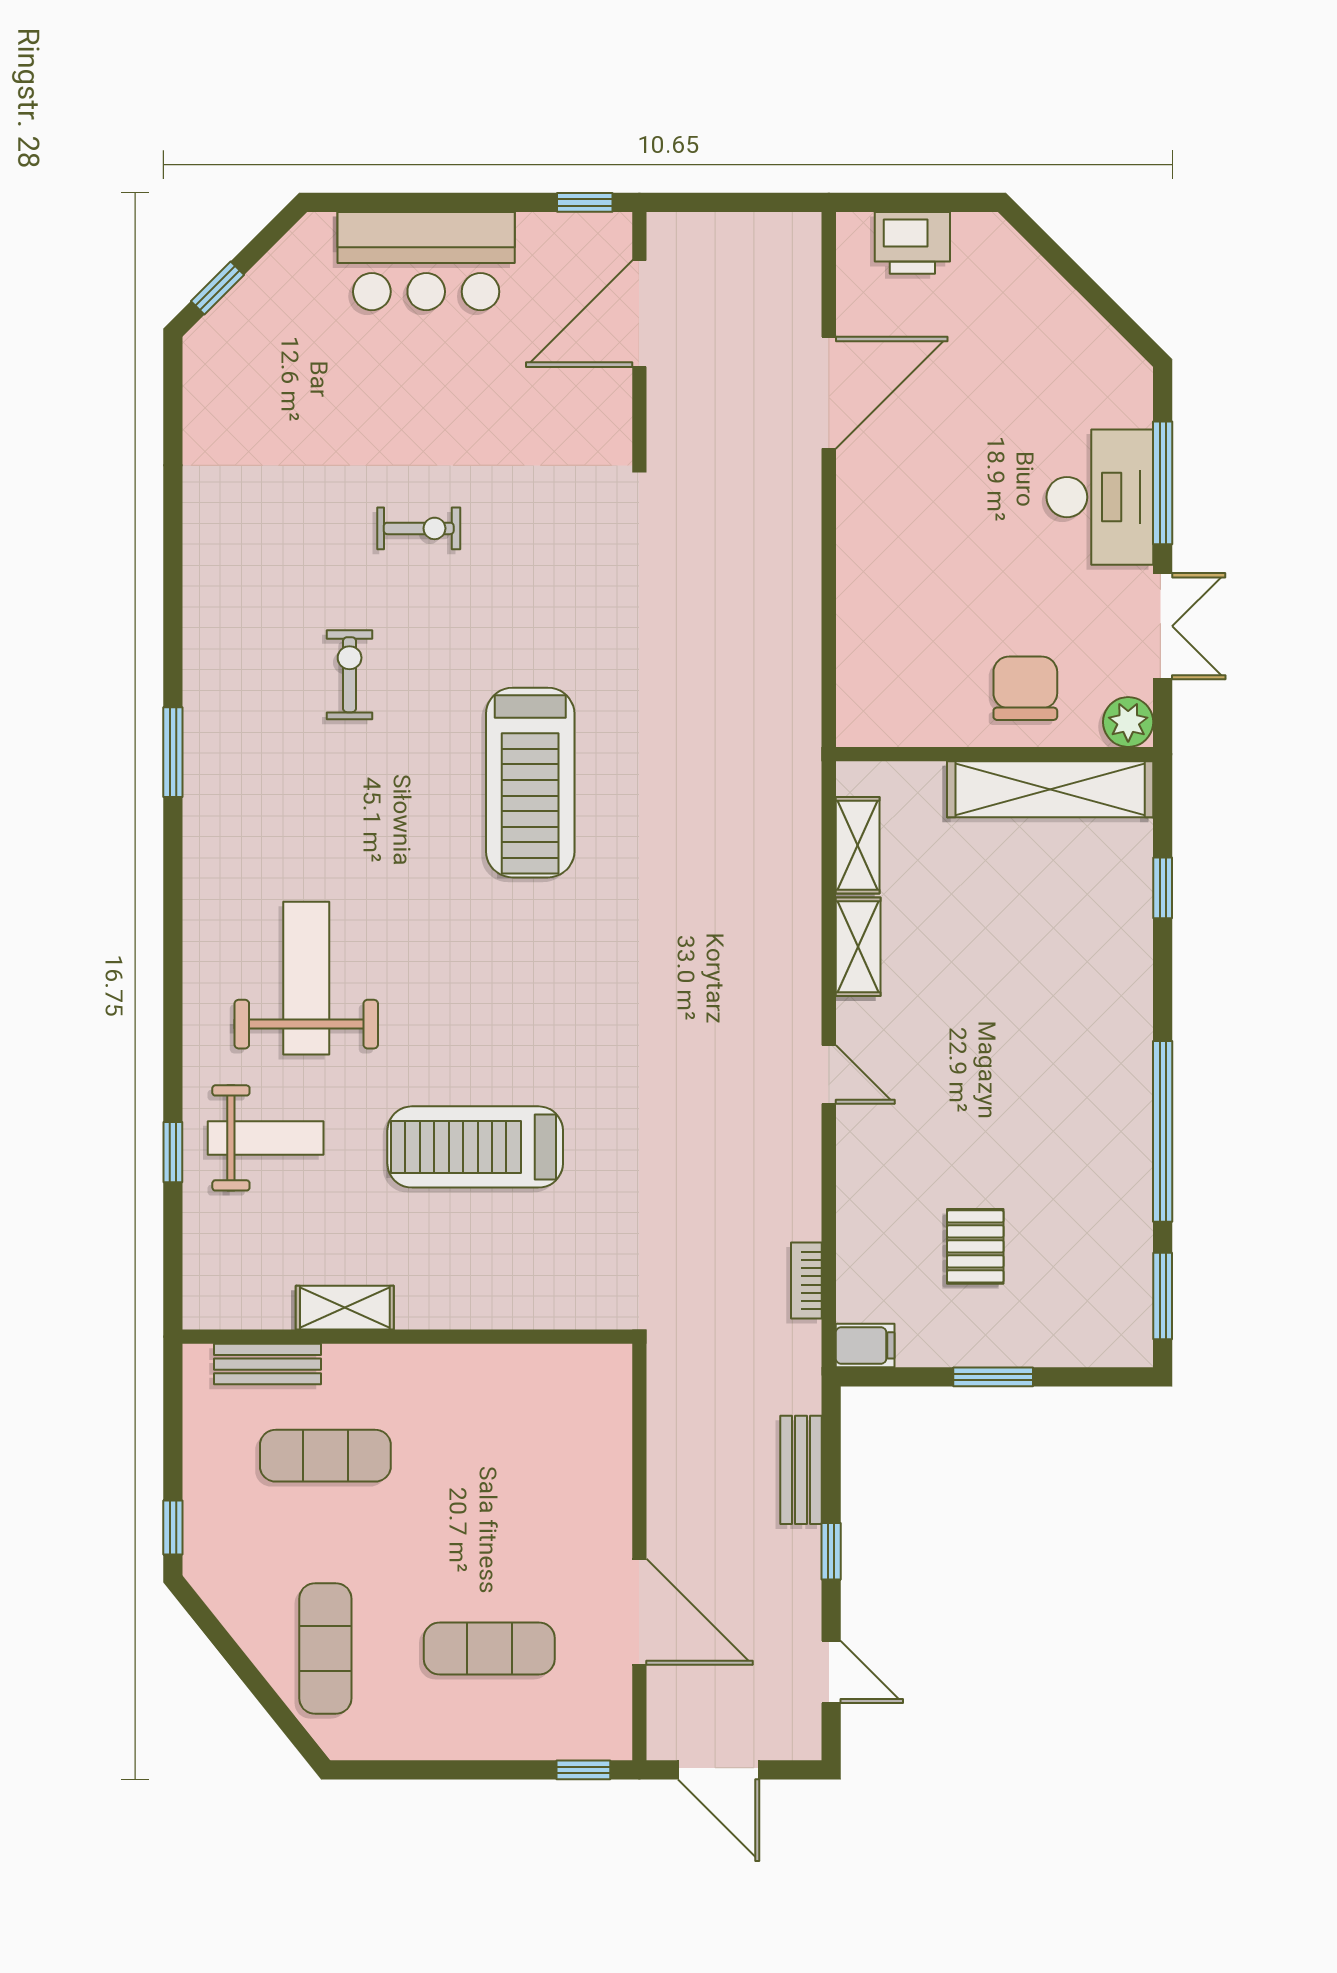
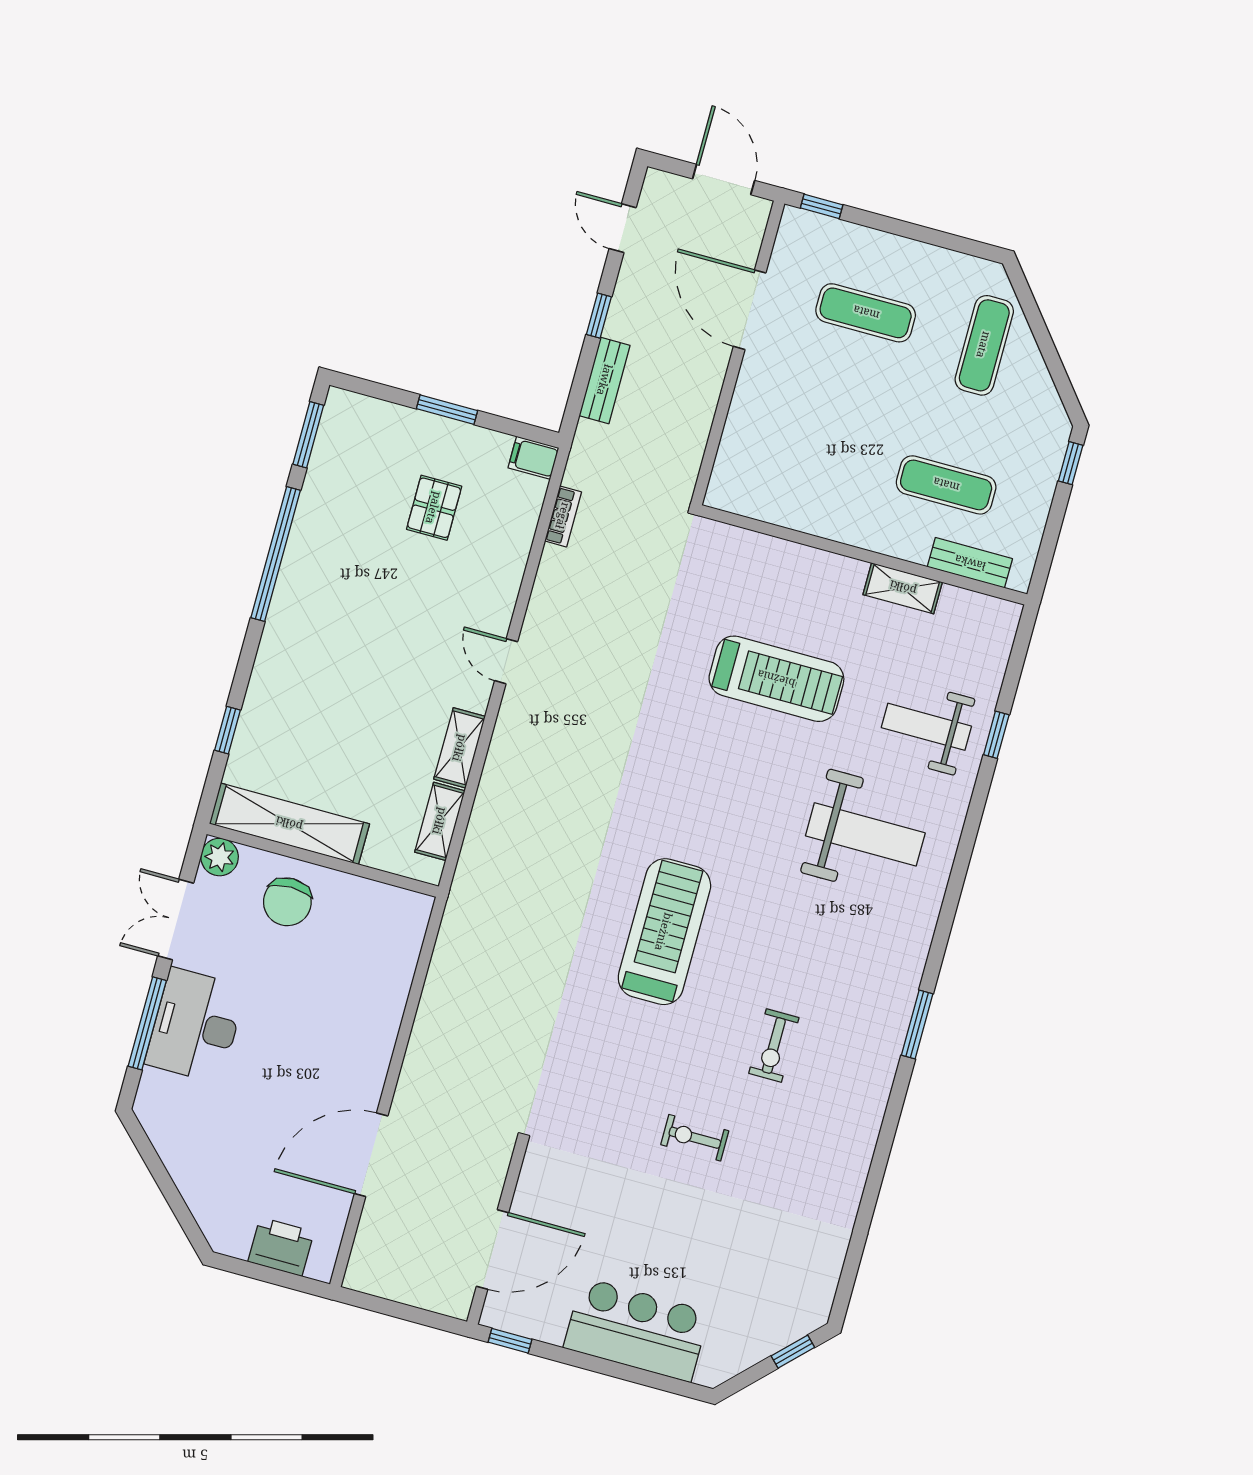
weight bench: (306, 978) -> (865, 834), turned -90

